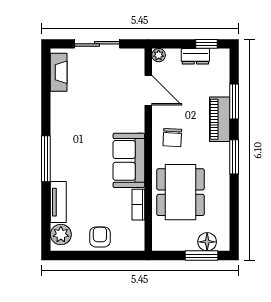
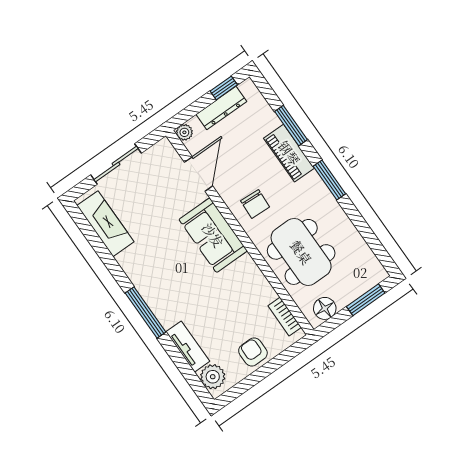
dresser: (195, 56) -> (221, 108), width x1.44
fireplace: (59, 72) -> (105, 224), width x1.37, depth x1.32
door: (148, 90) -> (199, 174), hinge flipped
sofa: (129, 160) -> (213, 235), moved
bookcase: (138, 205) -> (285, 317), moved
floor lamp: (207, 242) -> (325, 308), moved

